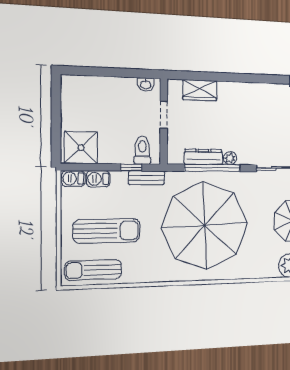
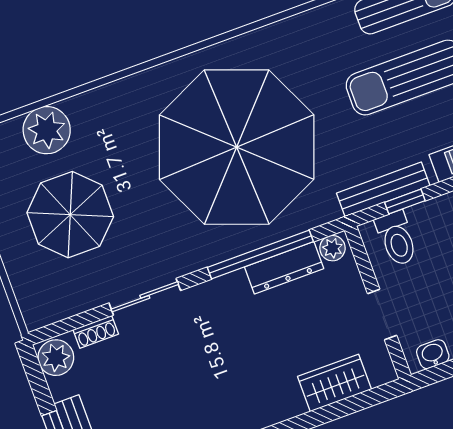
plant: (230, 158) -> (332, 248), moved
bench: (146, 178) -> (383, 189), width x1.36

